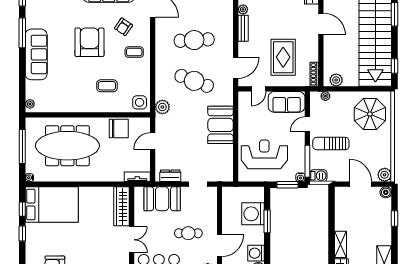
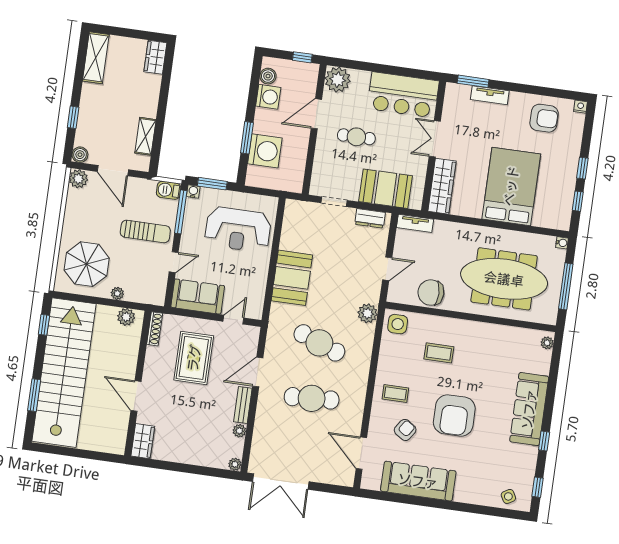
window: (22, 33) -> (544, 441), width x0.46
door: (236, 68) -> (258, 372), moved
plant: (325, 96) -> (117, 293), moved
bed: (52, 204) -> (511, 186), moved, turned 90
shelving: (341, 244) -> (145, 136), moved

